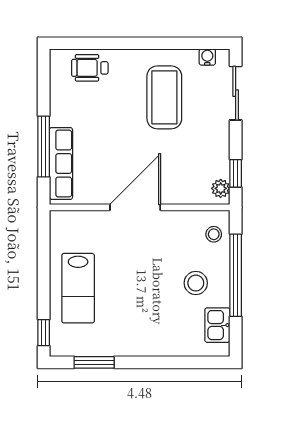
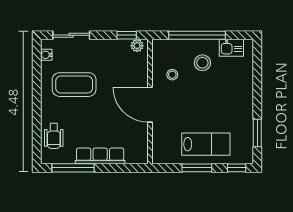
window: (44, 147) -> (73, 168), moved
row of seats: (61, 164) -> (100, 156), moved
stool: (214, 234) -> (172, 75), moved
window: (44, 275) -> (197, 168), added

